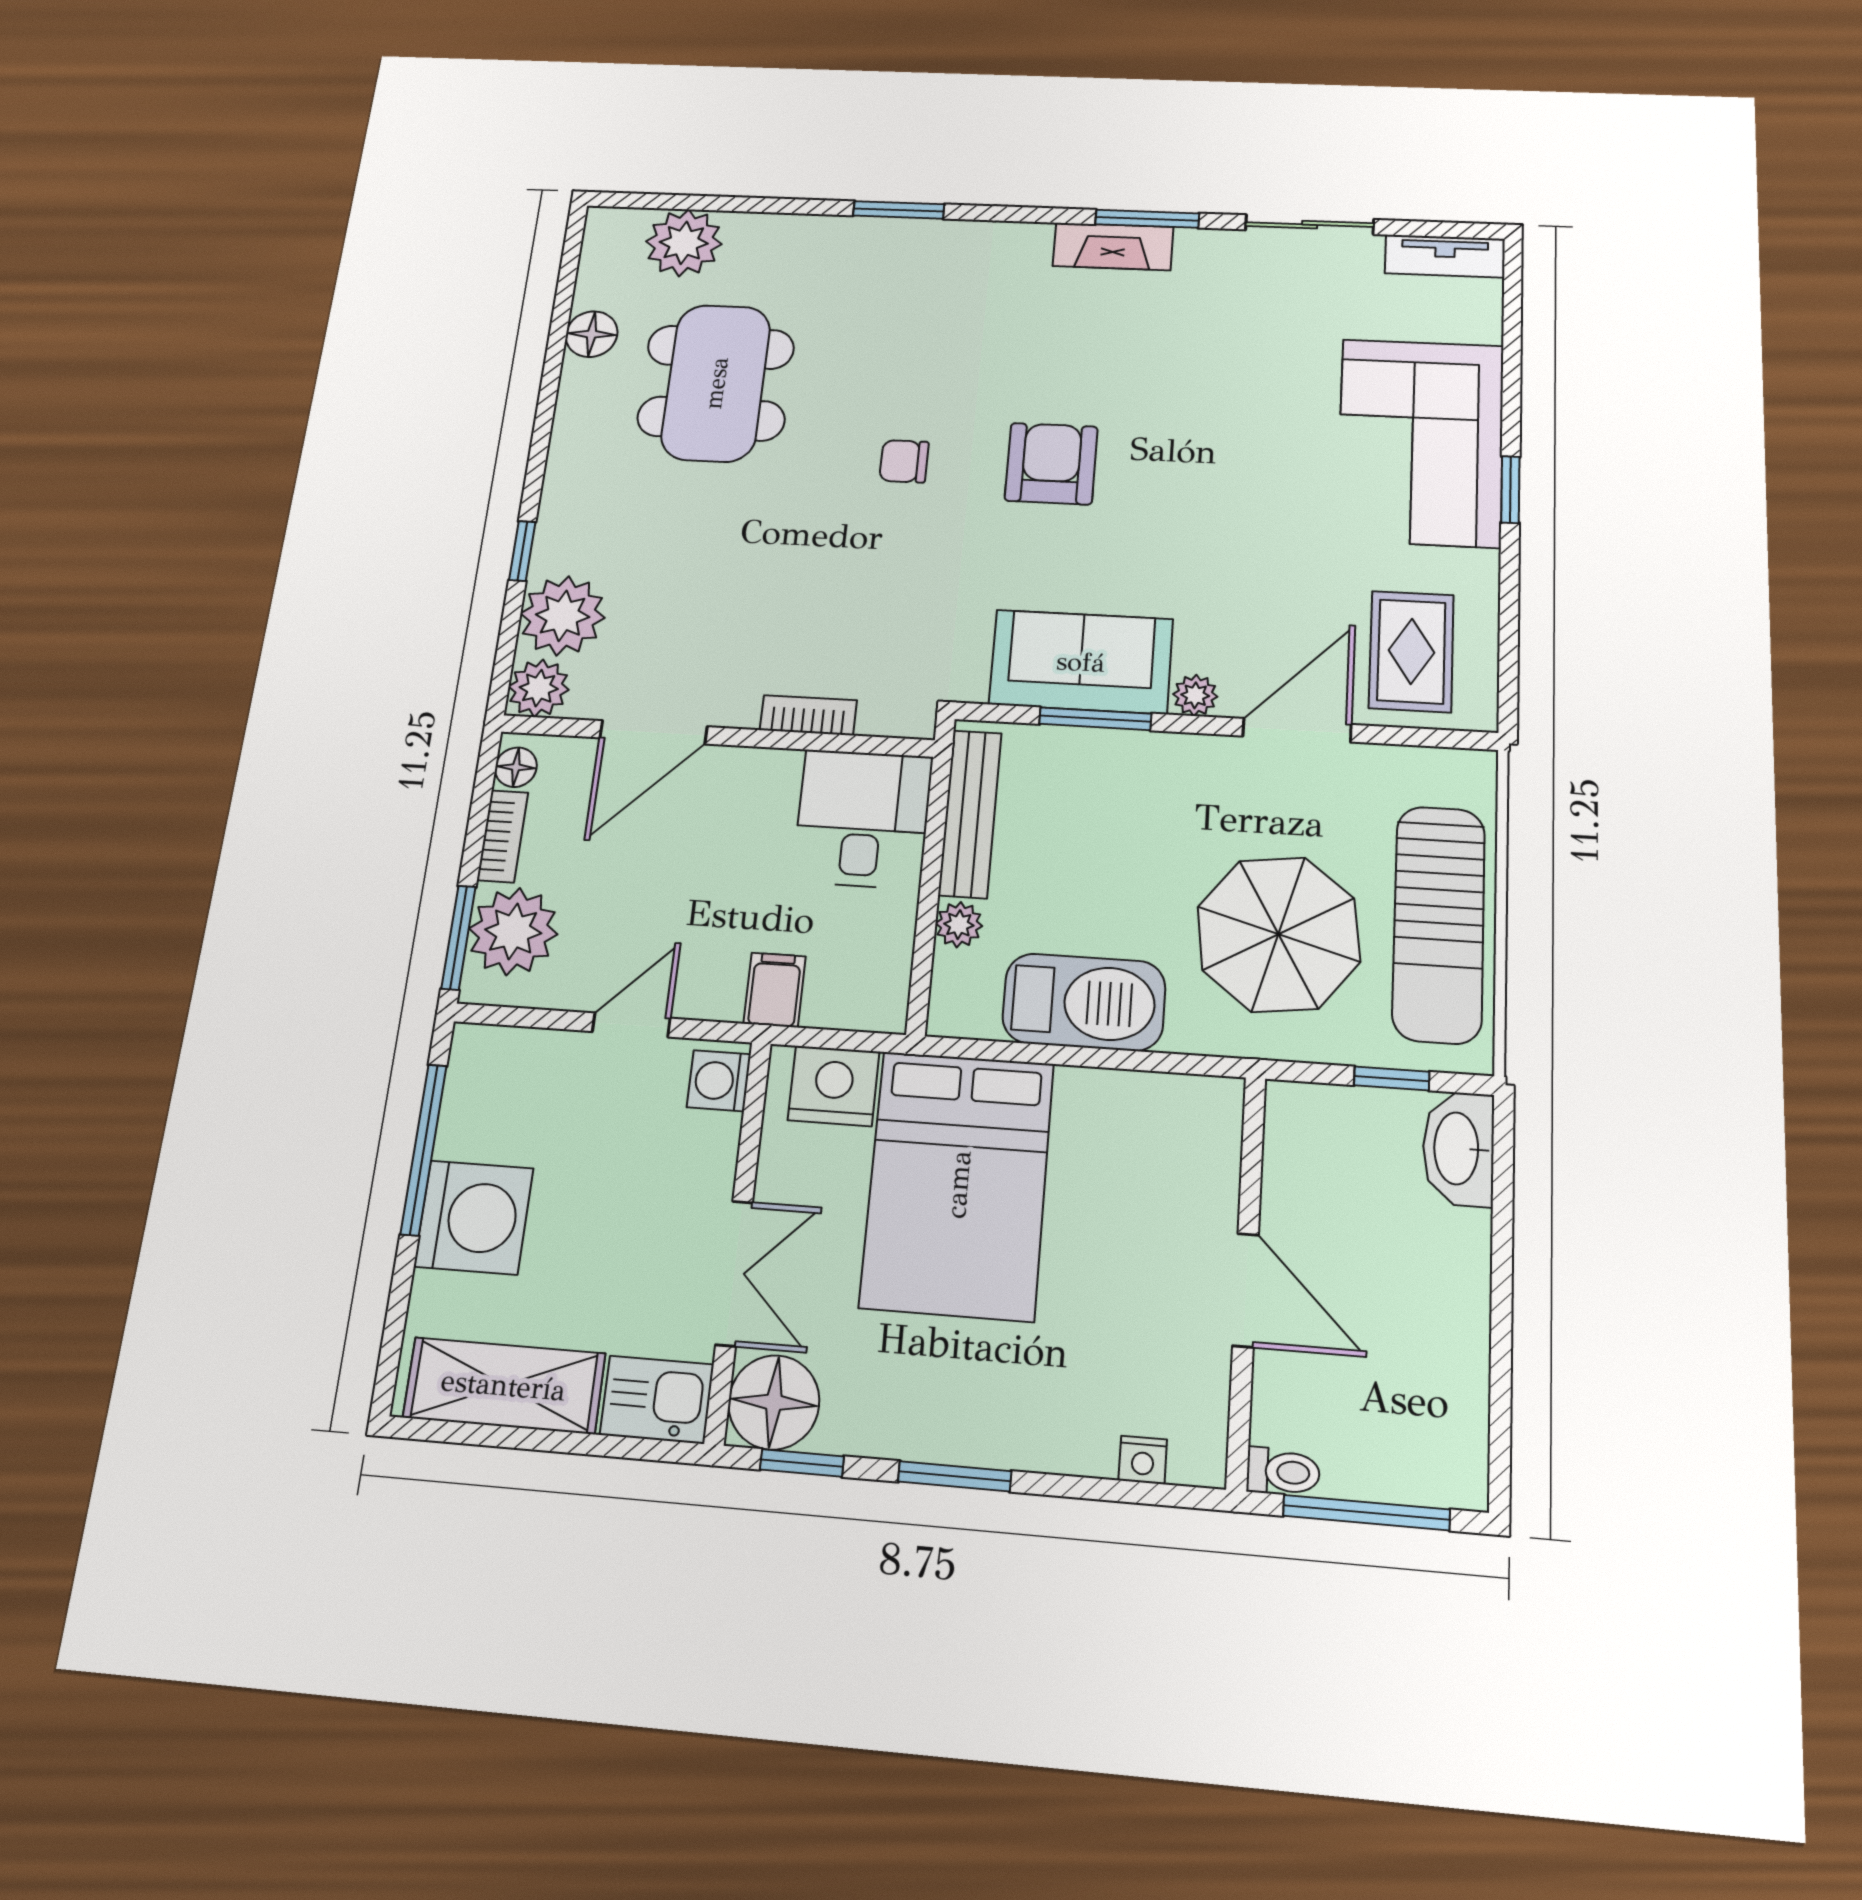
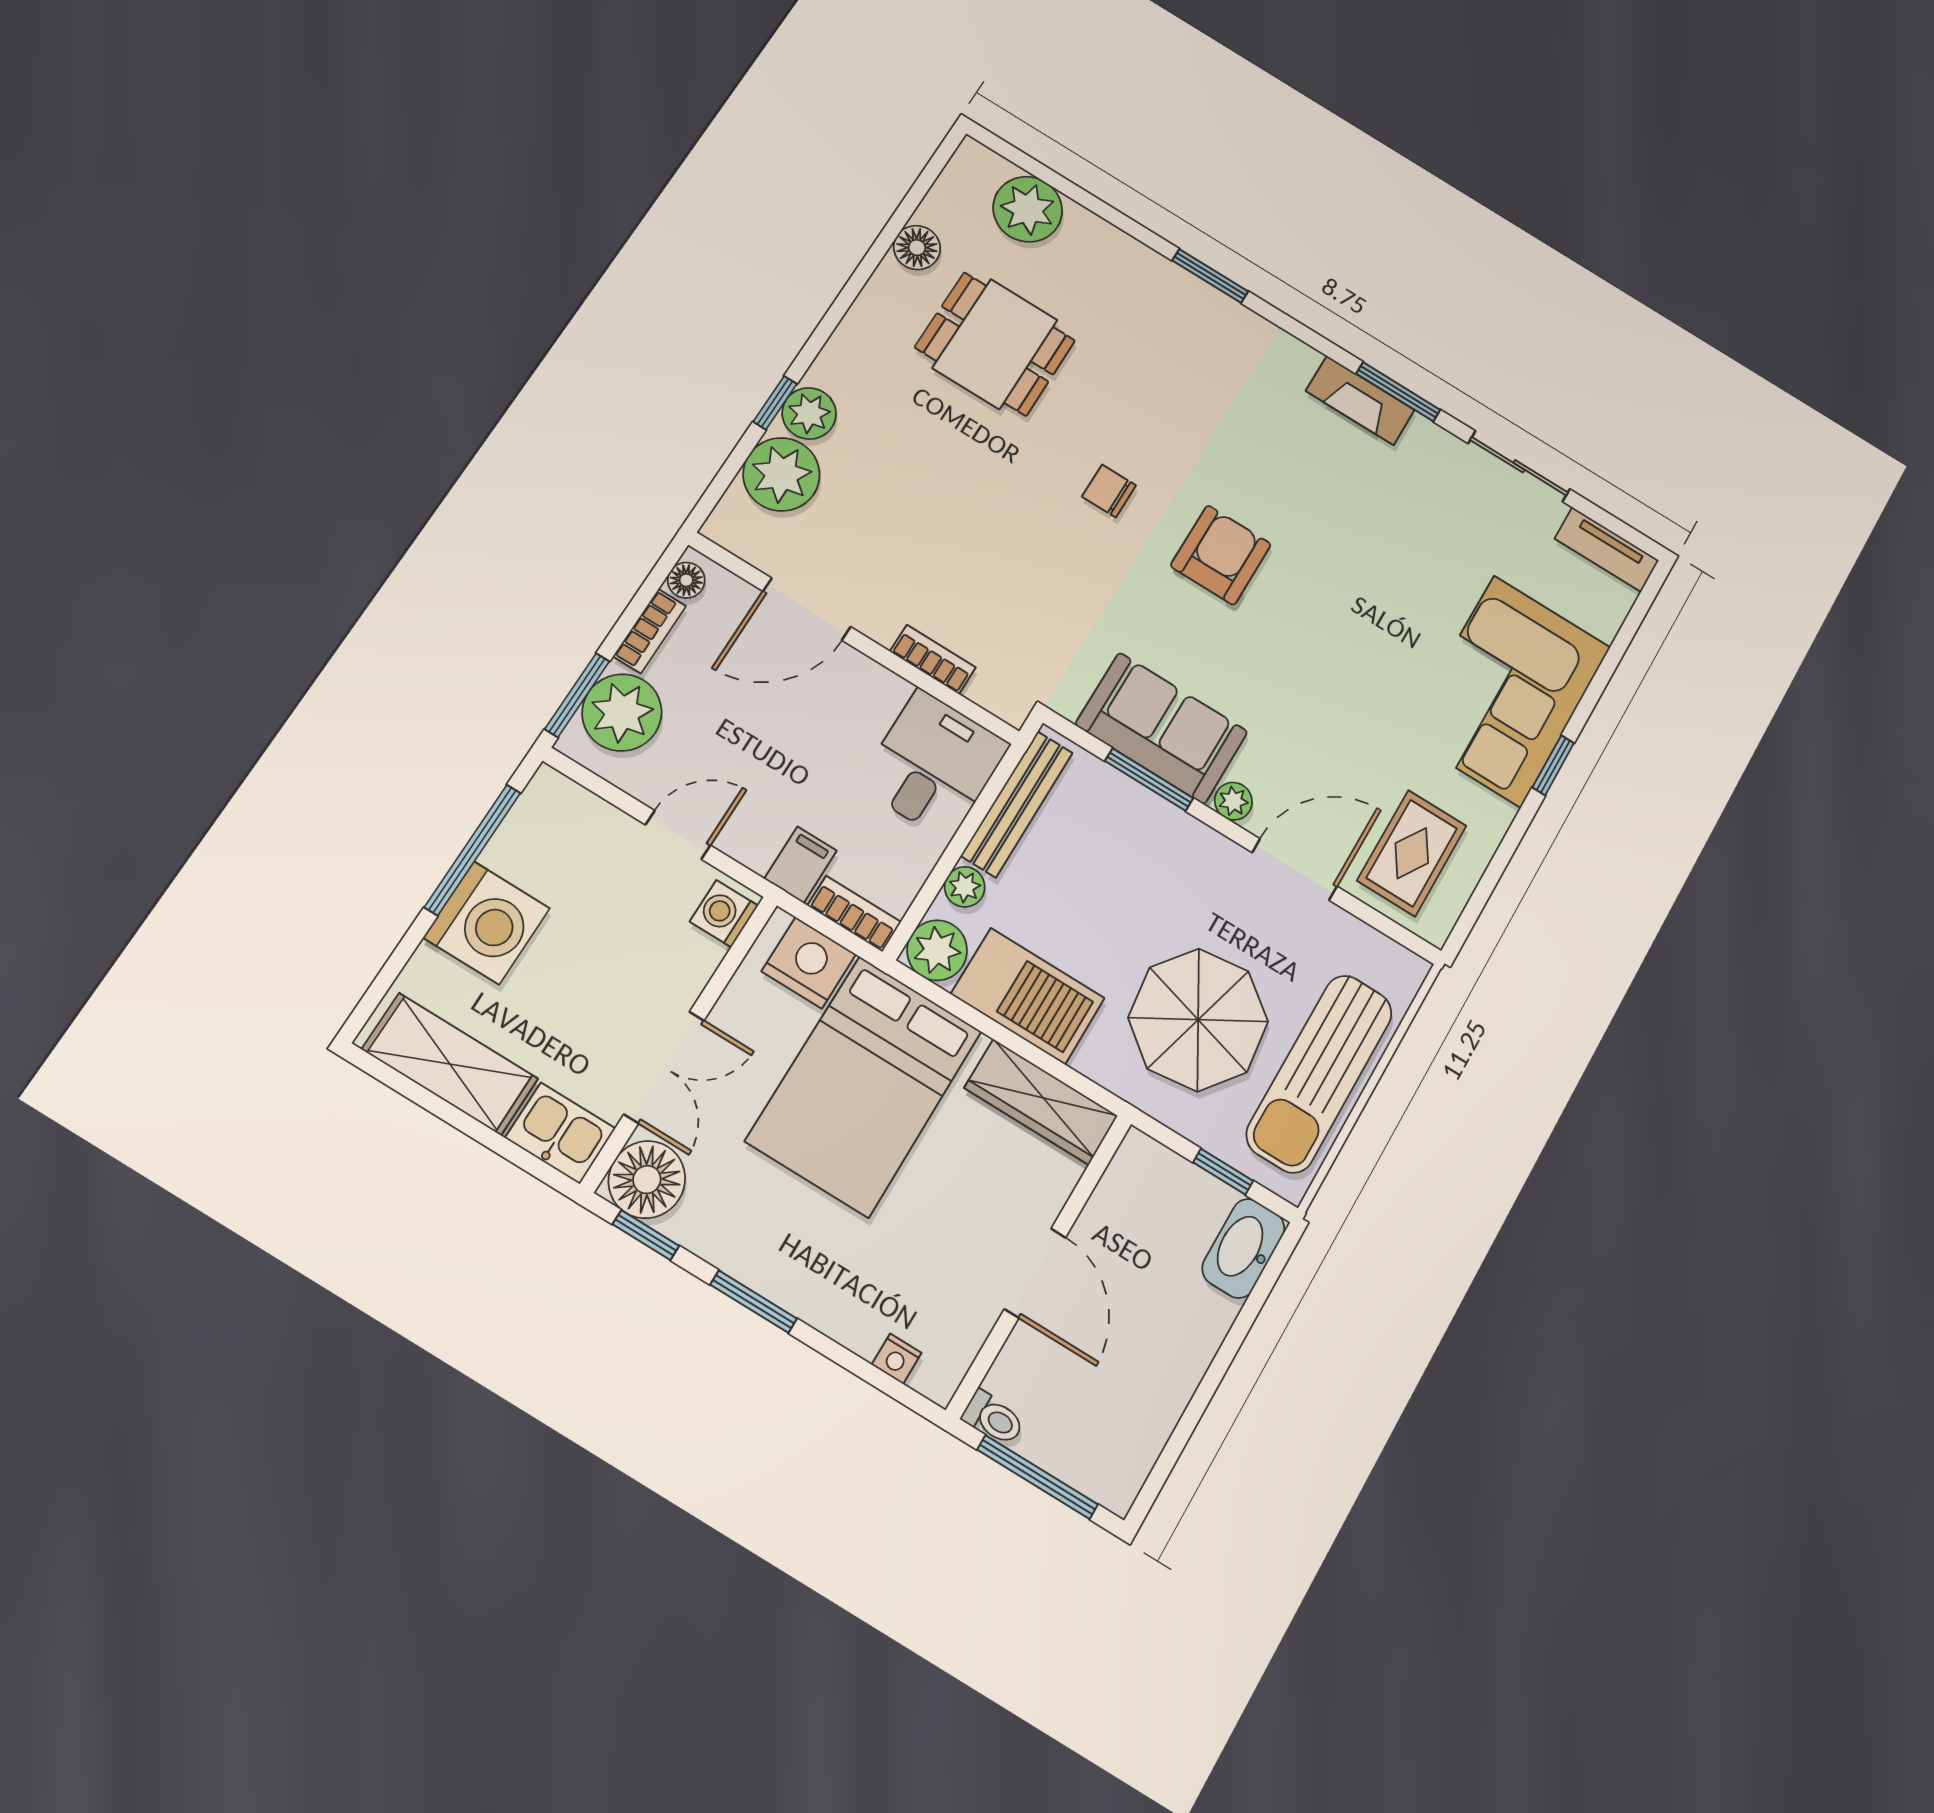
dining table: (716, 383) -> (995, 344), width x0.73
plant: (539, 688) -> (809, 413), moved
plant: (963, 1004) -> (937, 950), added
bookcase: (856, 1011) -> (854, 914), added
wardrobe: (1156, 1105) -> (1041, 1102), added

